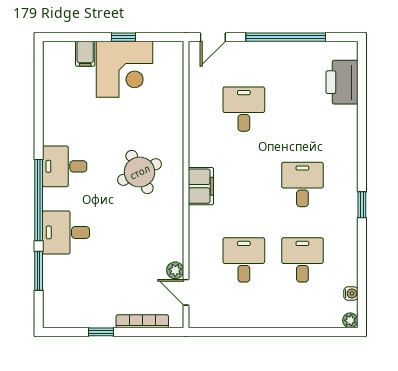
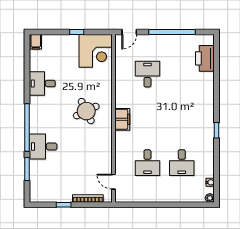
filing cabinet: (85, 54) -> (36, 42), moved
corner desk: (124, 69) -> (96, 51), moved
desk: (65, 166) -> (42, 84), moved
desk: (302, 185) -> (182, 118), removed
desk: (244, 260) -> (147, 163), turned 180
desk: (302, 260) -> (182, 163), turned 180
plant: (175, 270) -> (107, 169), removed

